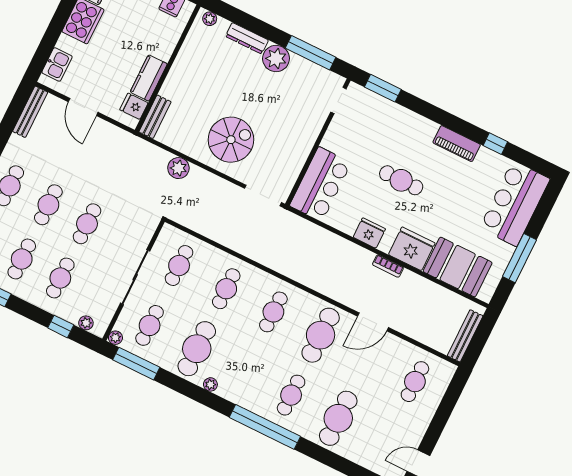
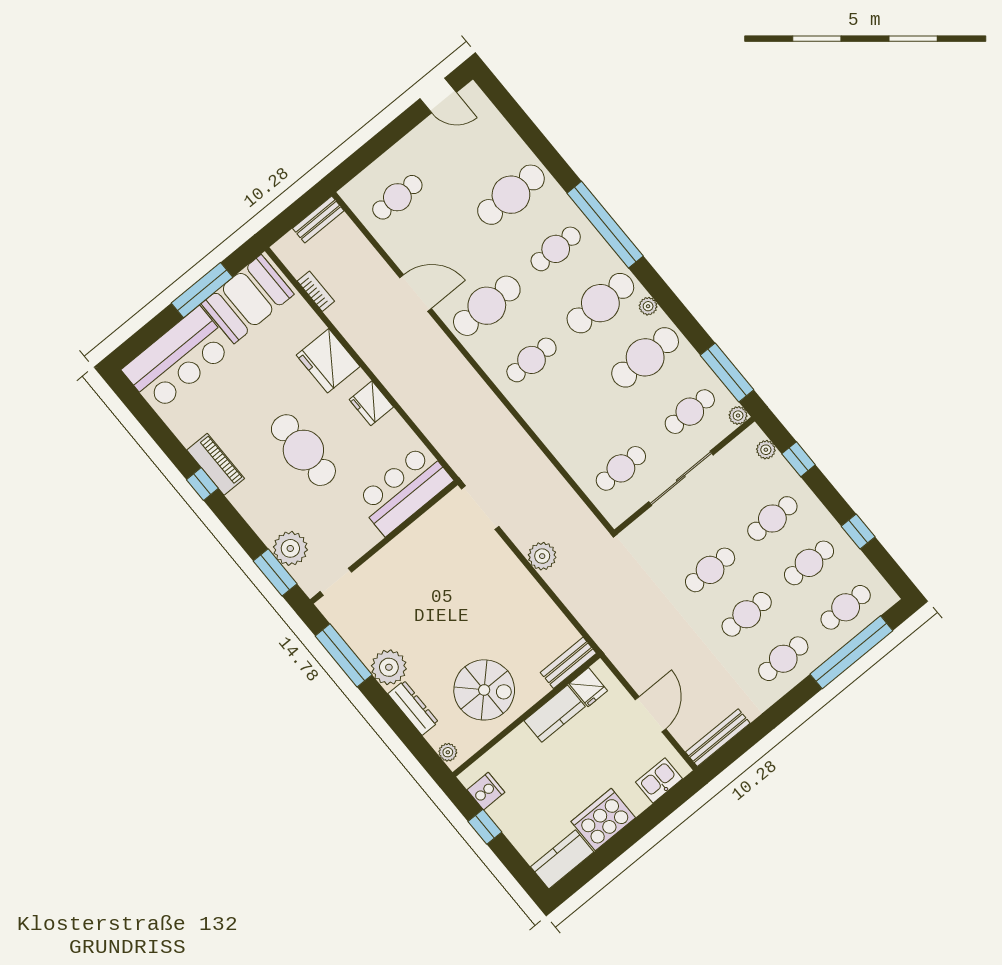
plant: (380, 109) -> (290, 548), added
spiral stairs: (231, 140) -> (484, 690), moved, turned 180
window: (495, 144) -> (202, 484), moved
plant: (178, 168) -> (542, 556), moved
cafe table: (401, 180) -> (303, 450), width x1.37, depth x1.35
bookcase: (388, 266) -> (316, 291), moved
booth: (458, 267) -> (248, 299), moved, turned 90
cafe table: (226, 289) -> (600, 303), moved, width x1.37, depth x1.35
bench: (465, 336) -> (318, 219), width x0.73

